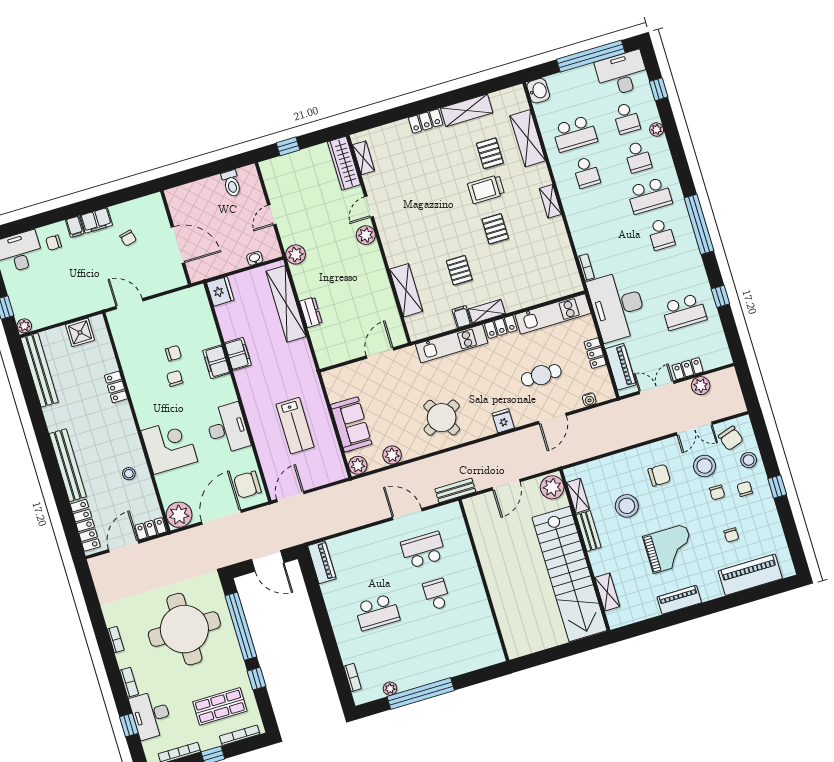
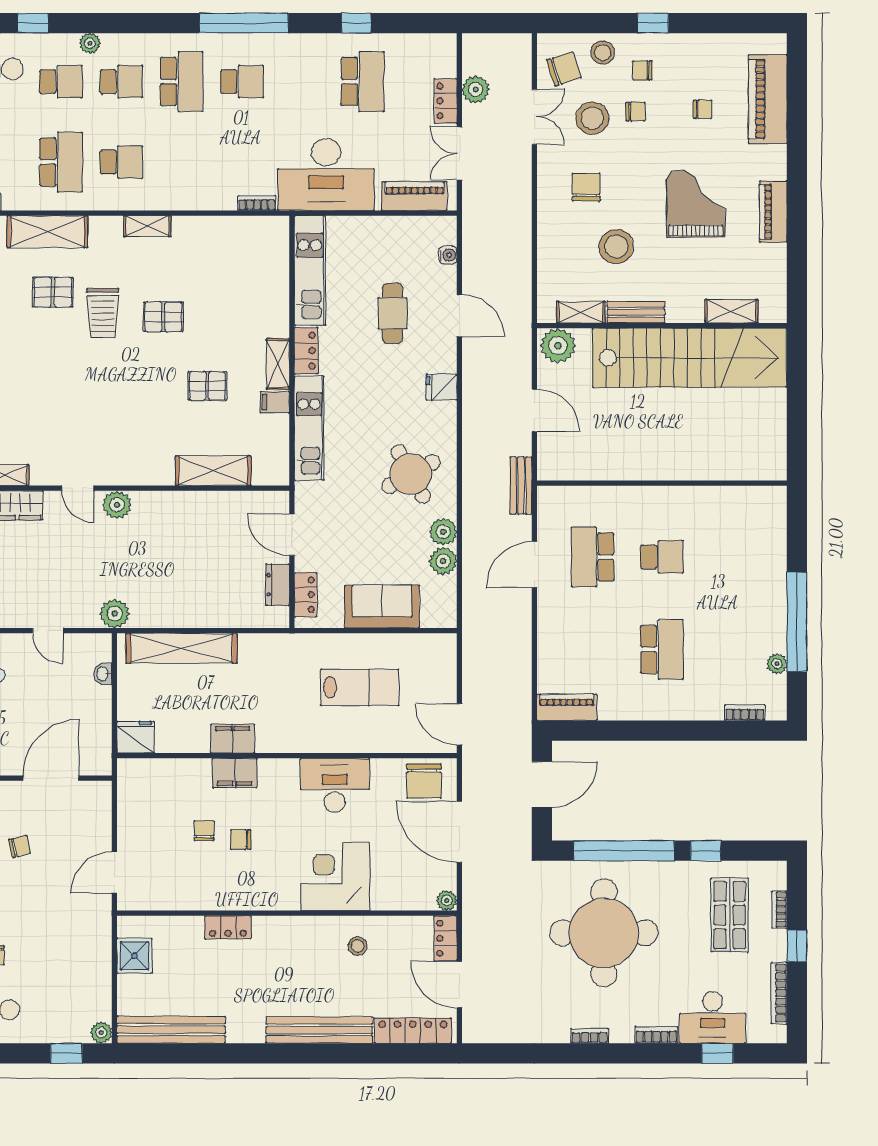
dresser: (311, 312) -> (278, 585), moved, turned -90
locker: (595, 353) -> (306, 595), moved, turned -90
plant: (358, 465) -> (443, 532), moved
plant: (179, 515) -> (447, 901), width x0.53, depth x0.53
school desk: (437, 594) -> (662, 557), turned 180
bookcase: (240, 735) -> (779, 910), width x0.64

